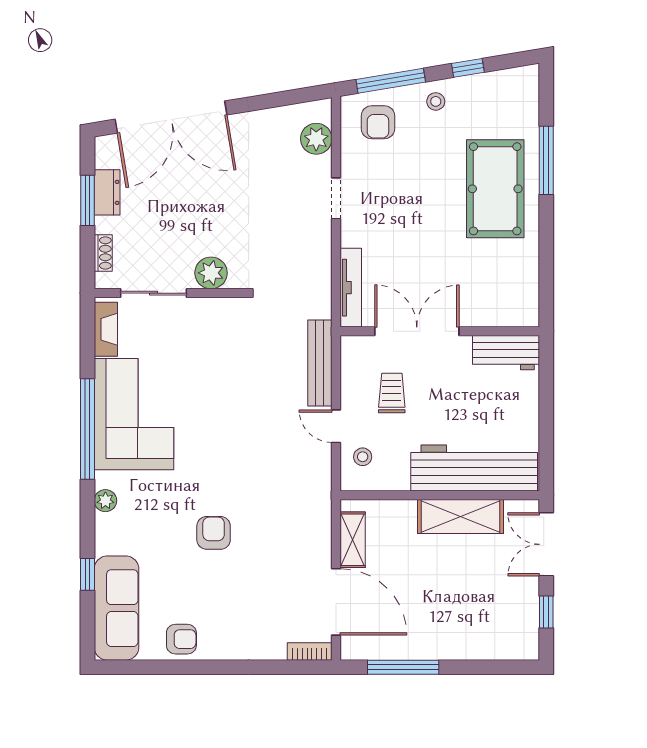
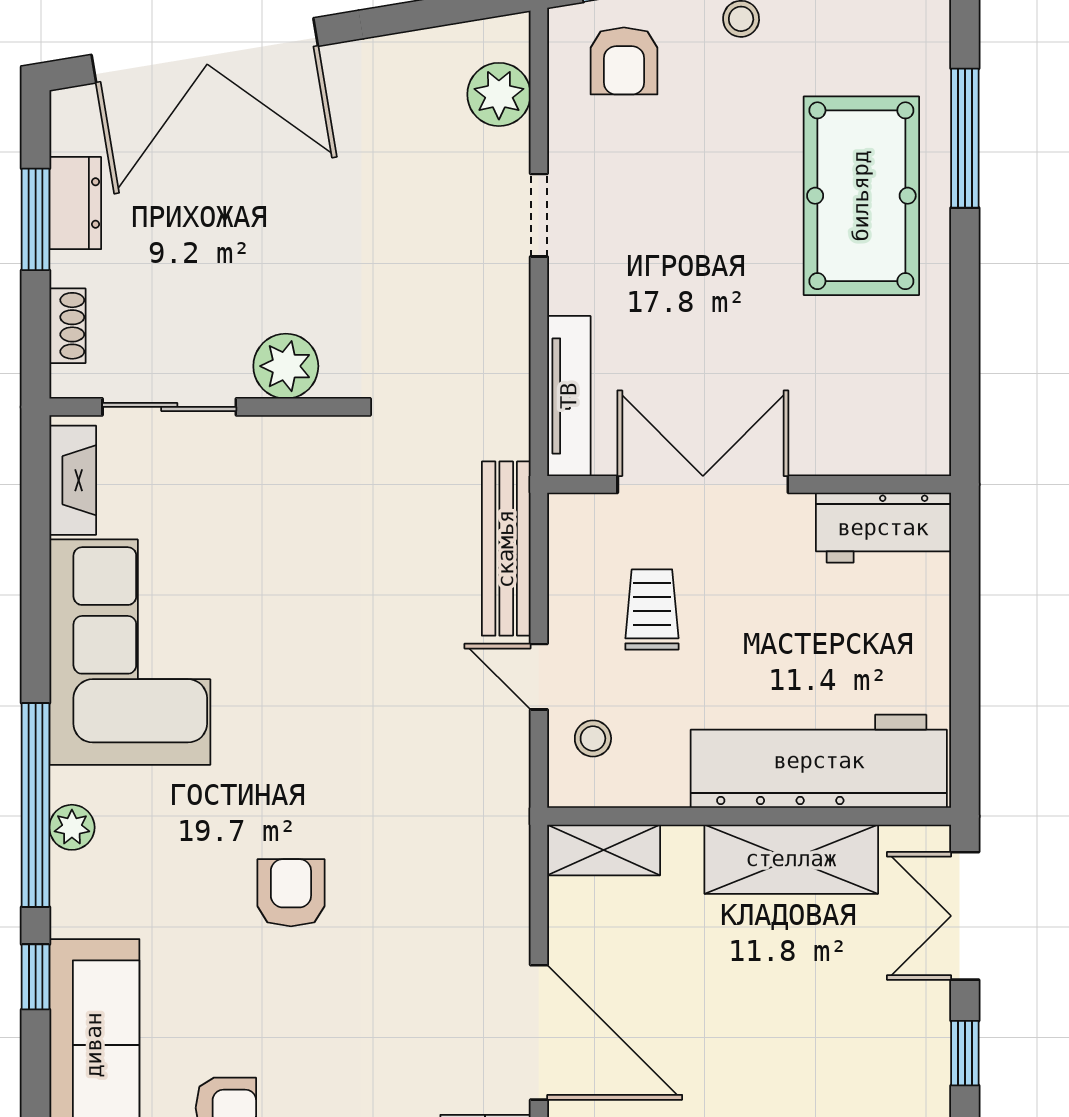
window: (87, 429) -> (36, 805), moved
shelving: (353, 540) -> (604, 850), moved, turned 90

